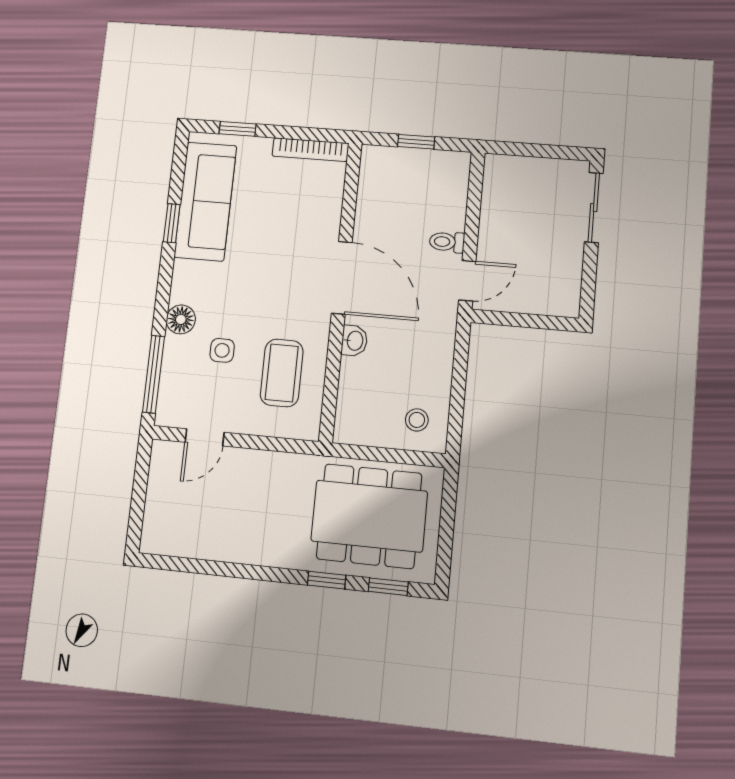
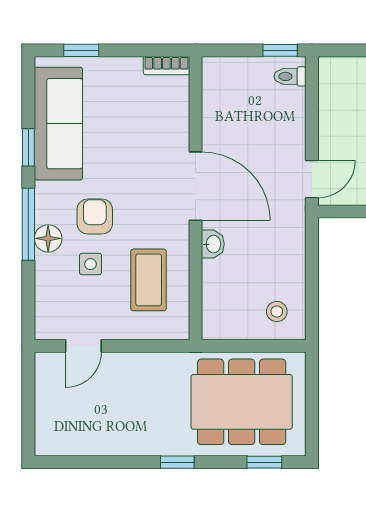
window: (416, 142) -> (280, 50), moved
bookcase: (310, 150) -> (166, 66), width x0.64
toilet: (447, 242) -> (290, 76), moved
armchair: (232, 301) -> (95, 217), added
window: (153, 374) -> (28, 224), moved
window: (327, 580) -> (177, 462), moved

